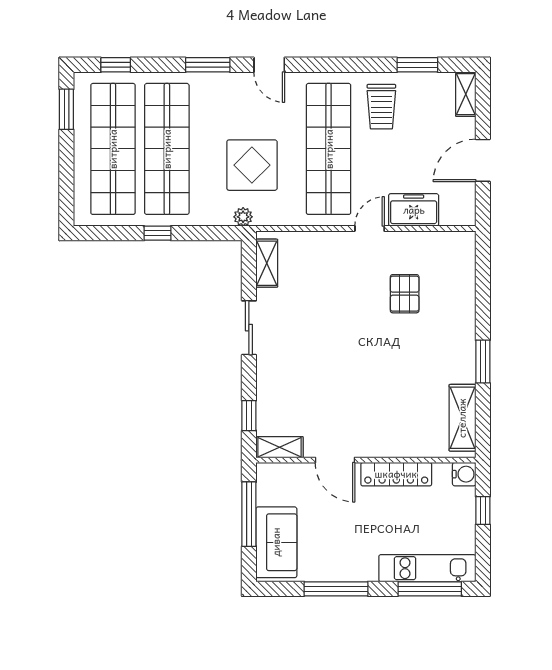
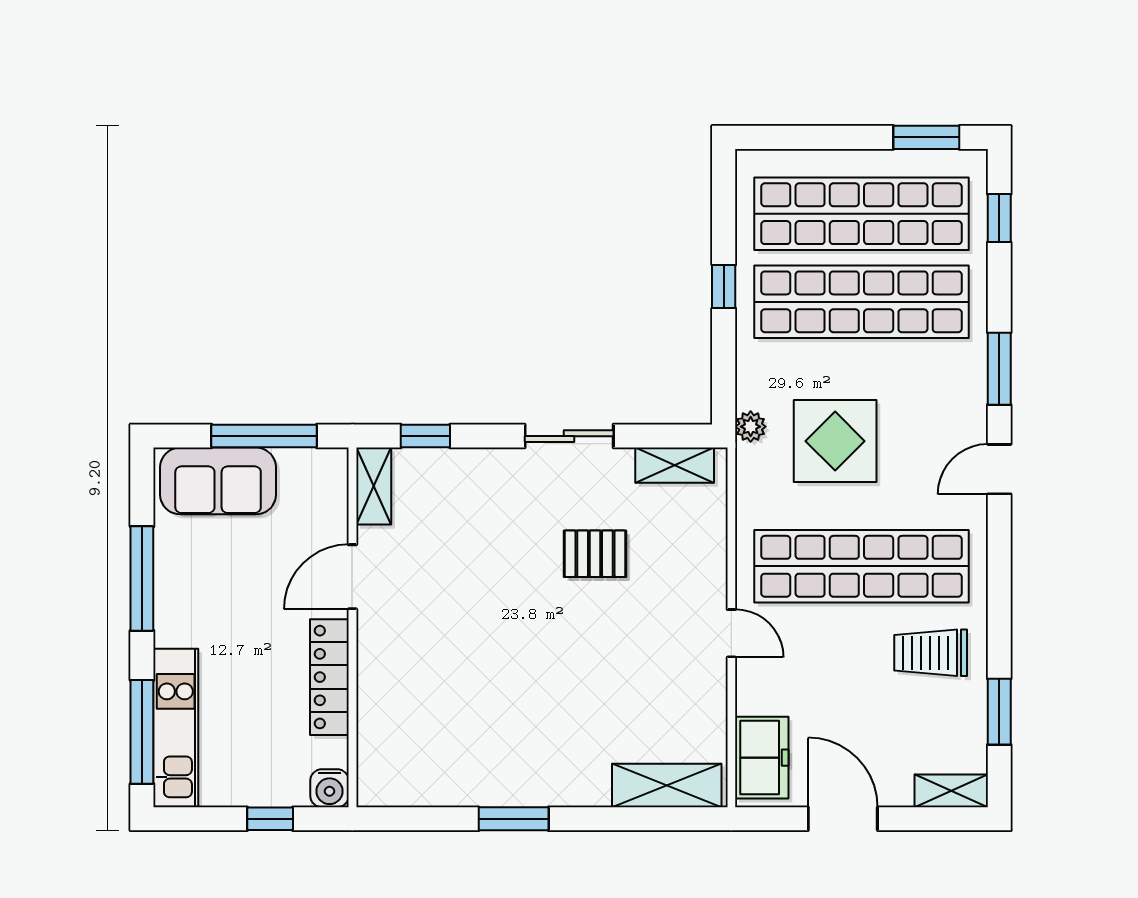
freezer: (414, 210) -> (762, 758), moved
pallet: (405, 294) -> (595, 554), moved
shelving: (462, 418) -> (667, 785), moved

